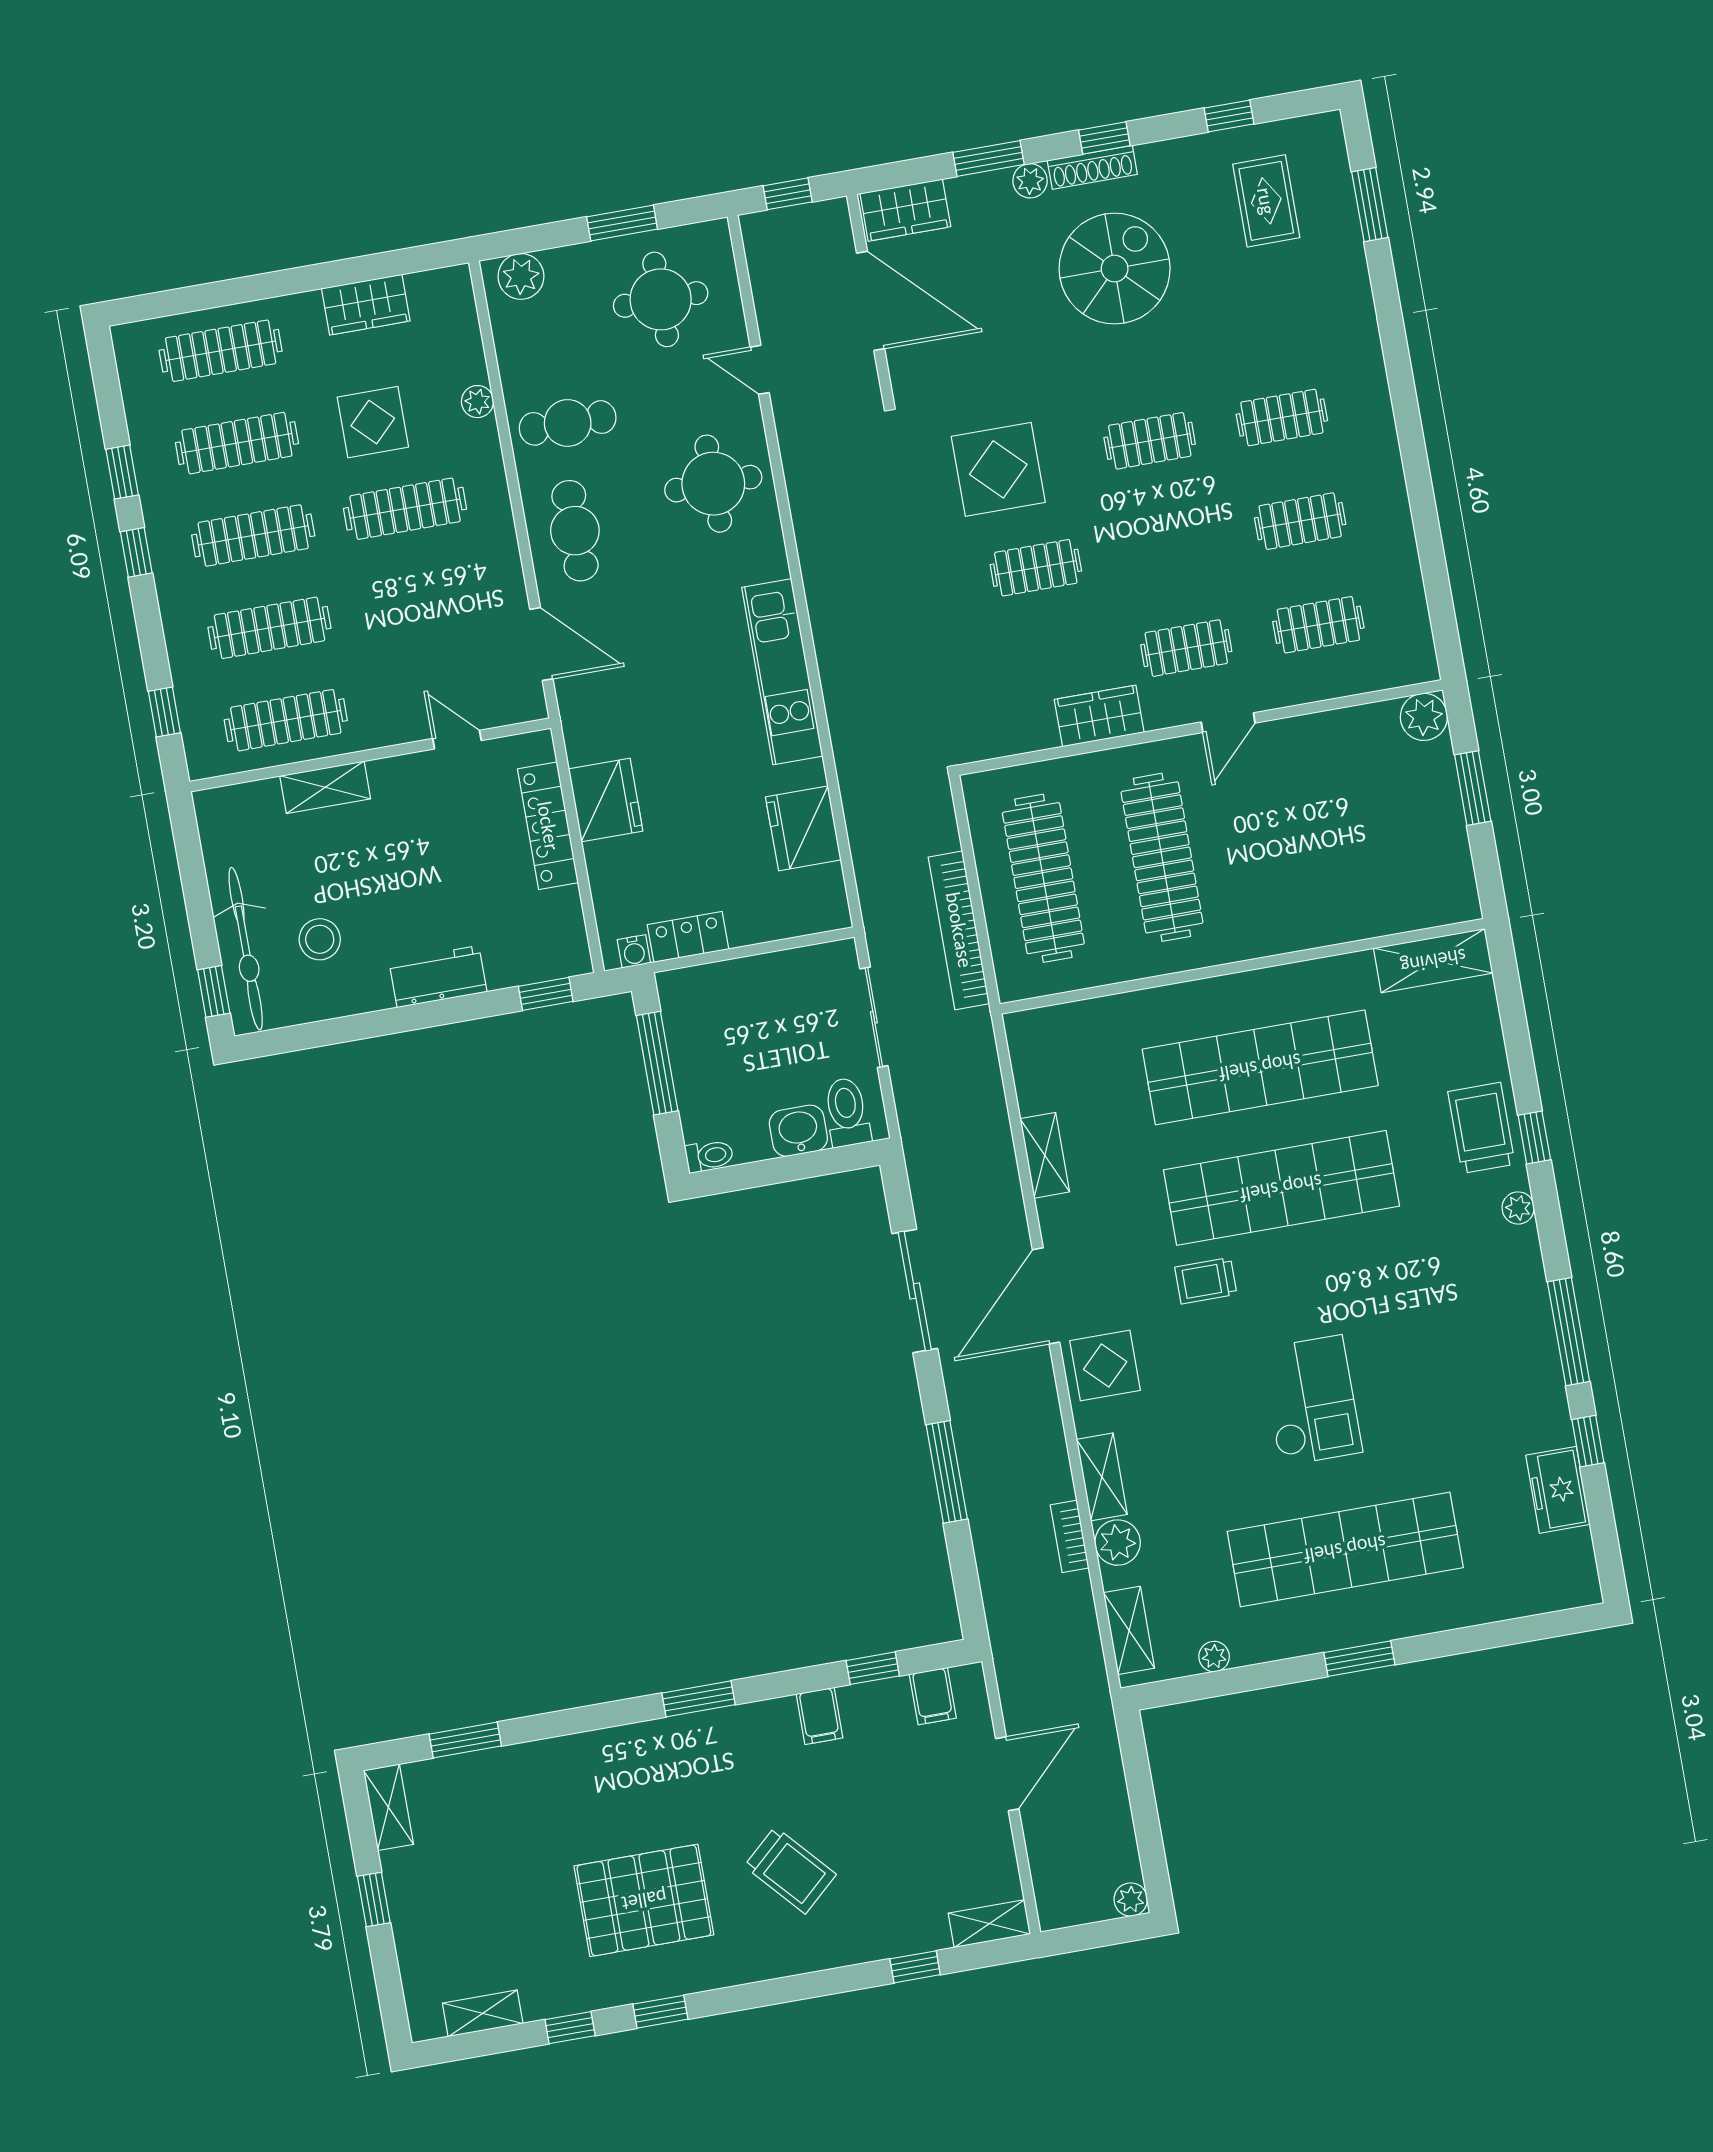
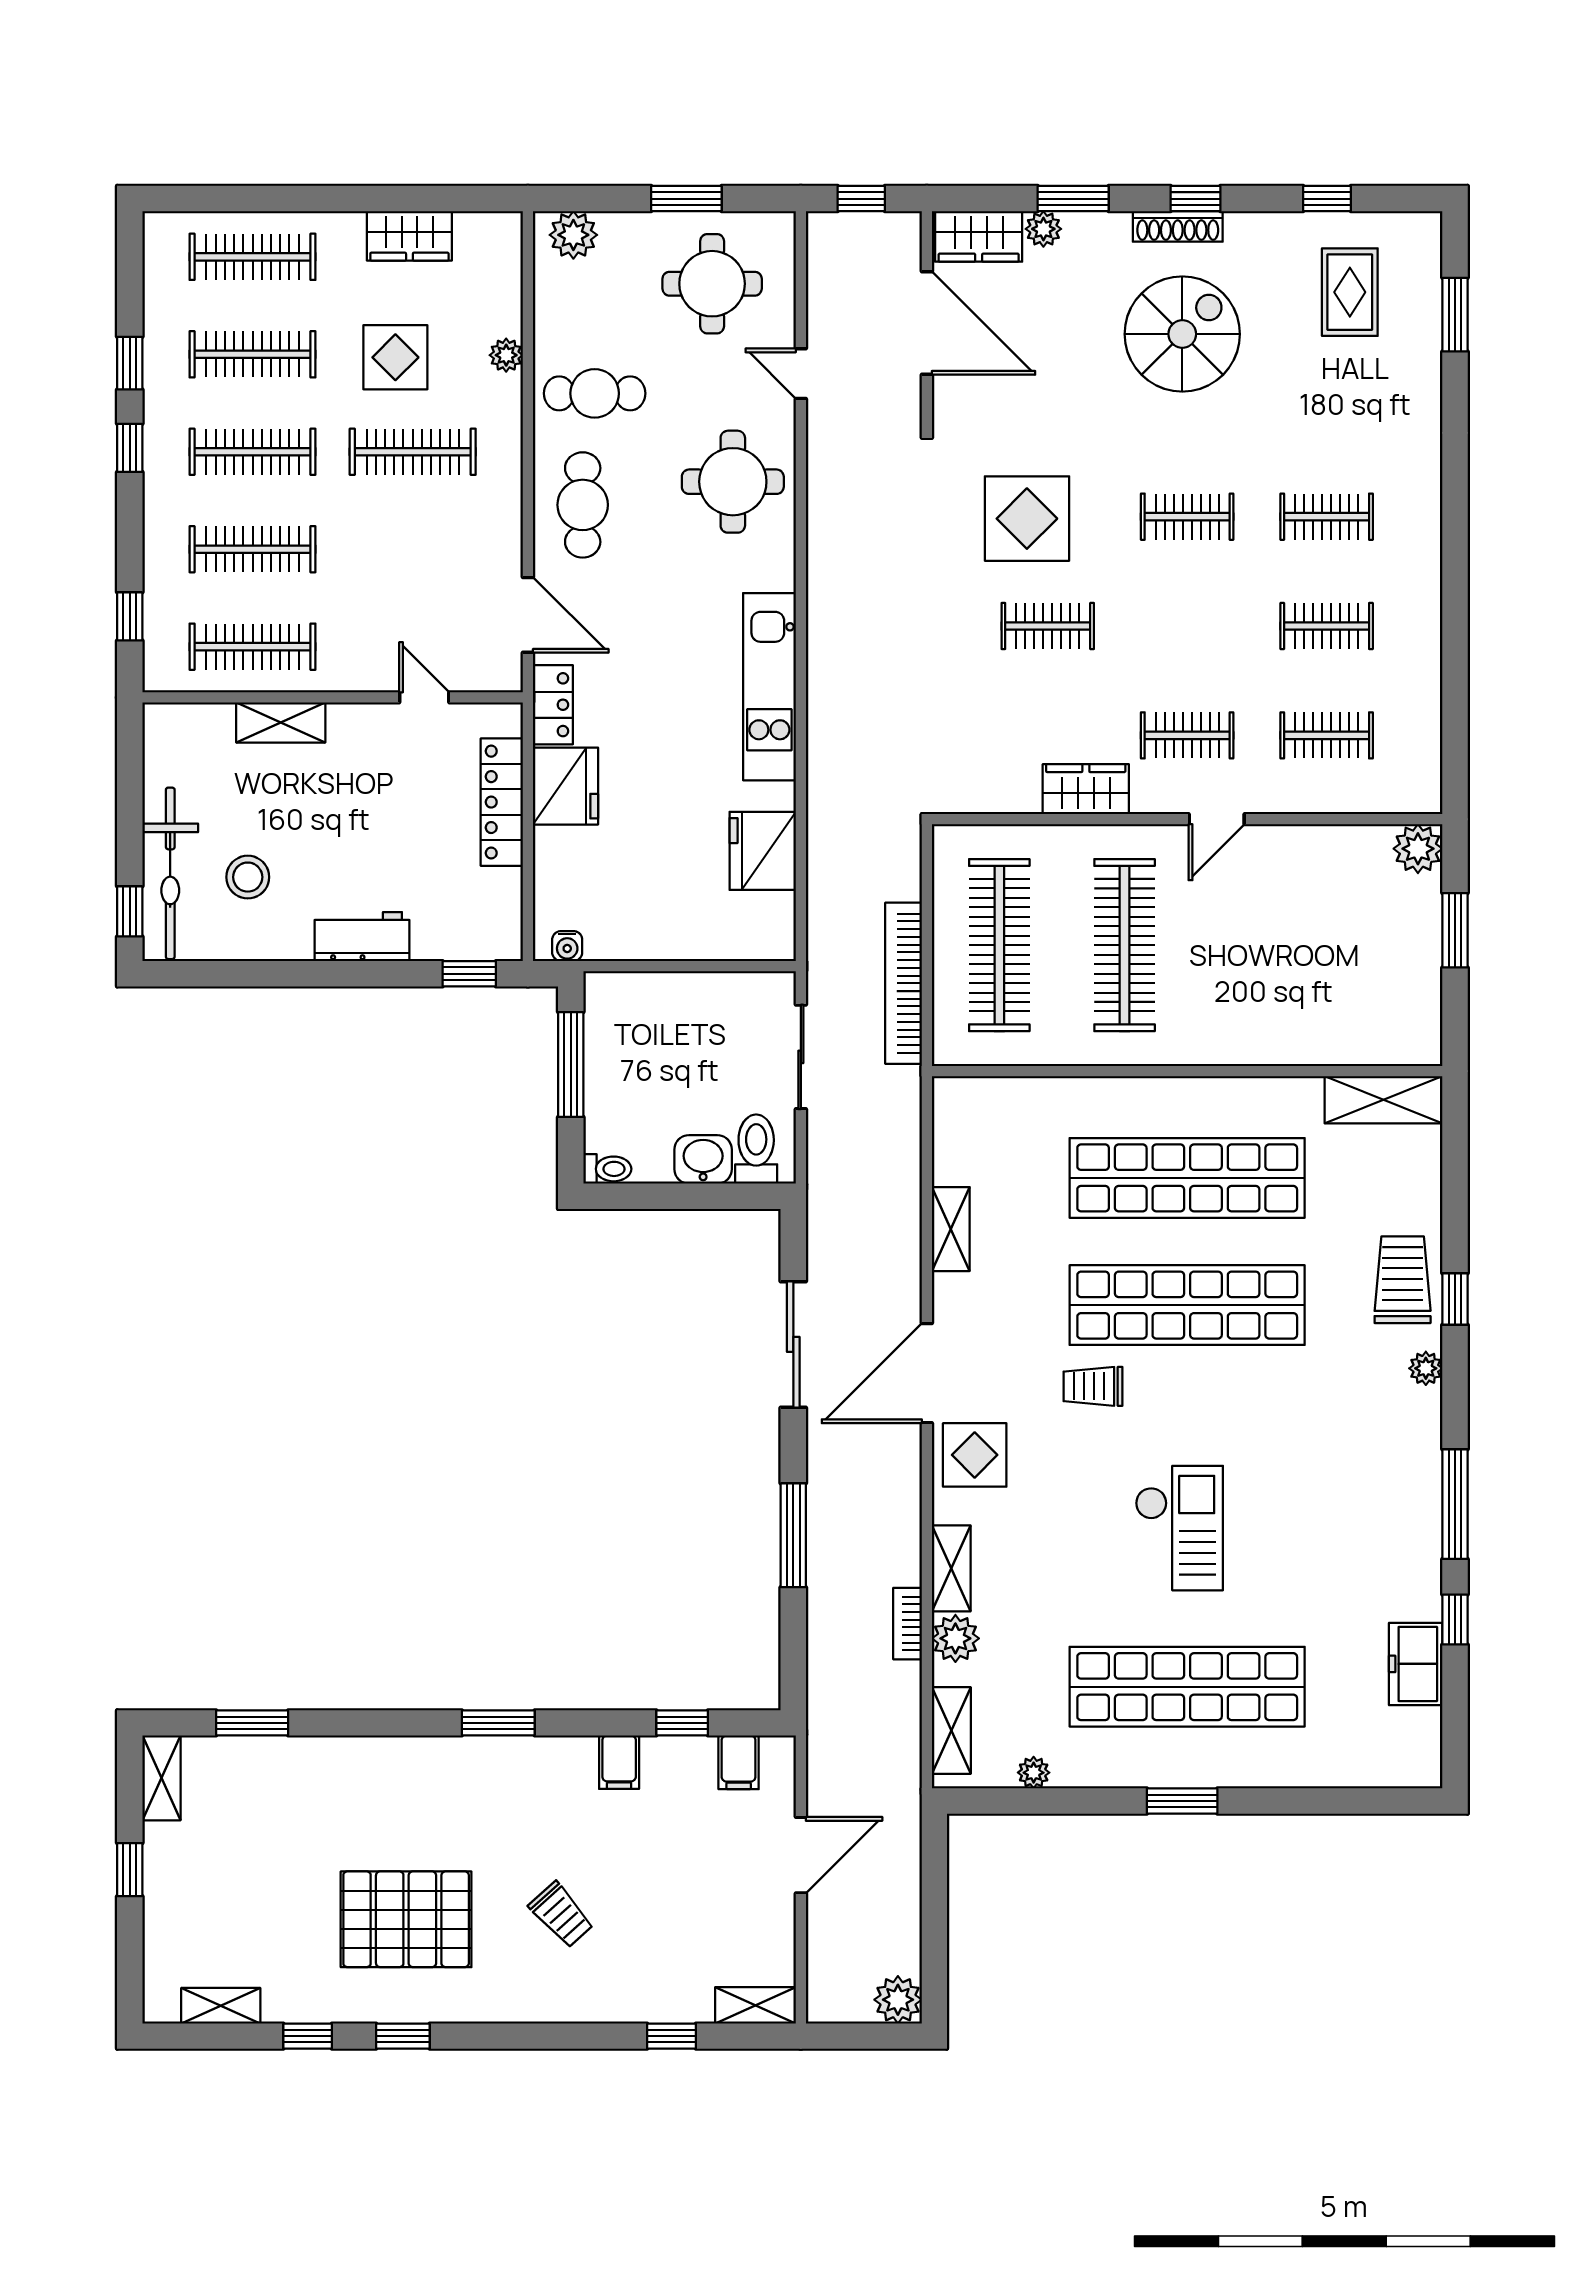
plant: (1030, 181) -> (1043, 229), moved
locker: (688, 937) -> (553, 705), moved, turned 90
trolley: (790, 1870) -> (561, 1915), width x0.73, depth x0.72
plant: (1131, 1900) -> (898, 2000), width x1.38, depth x1.38

